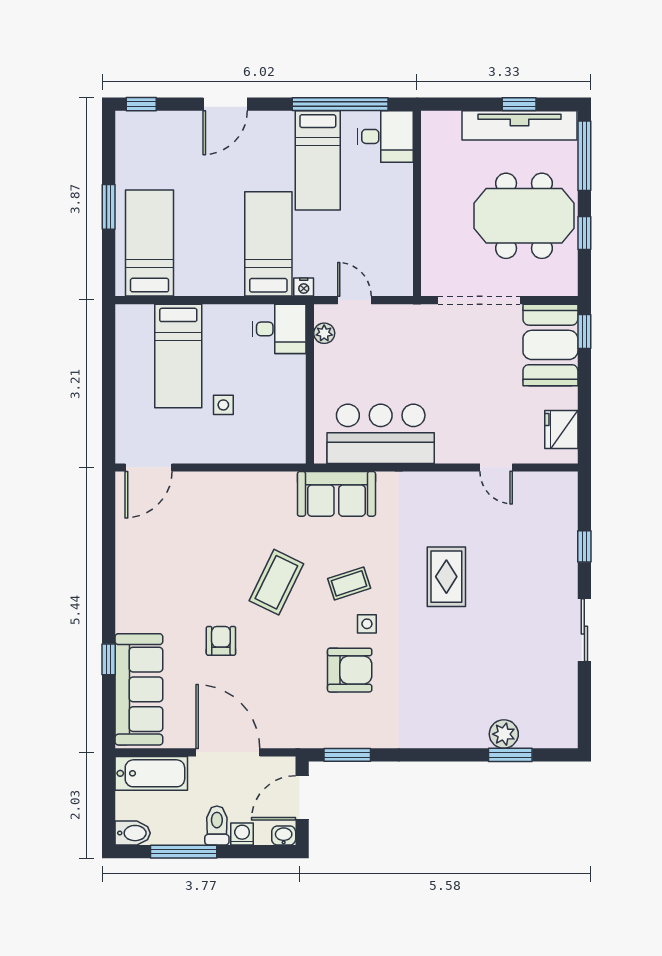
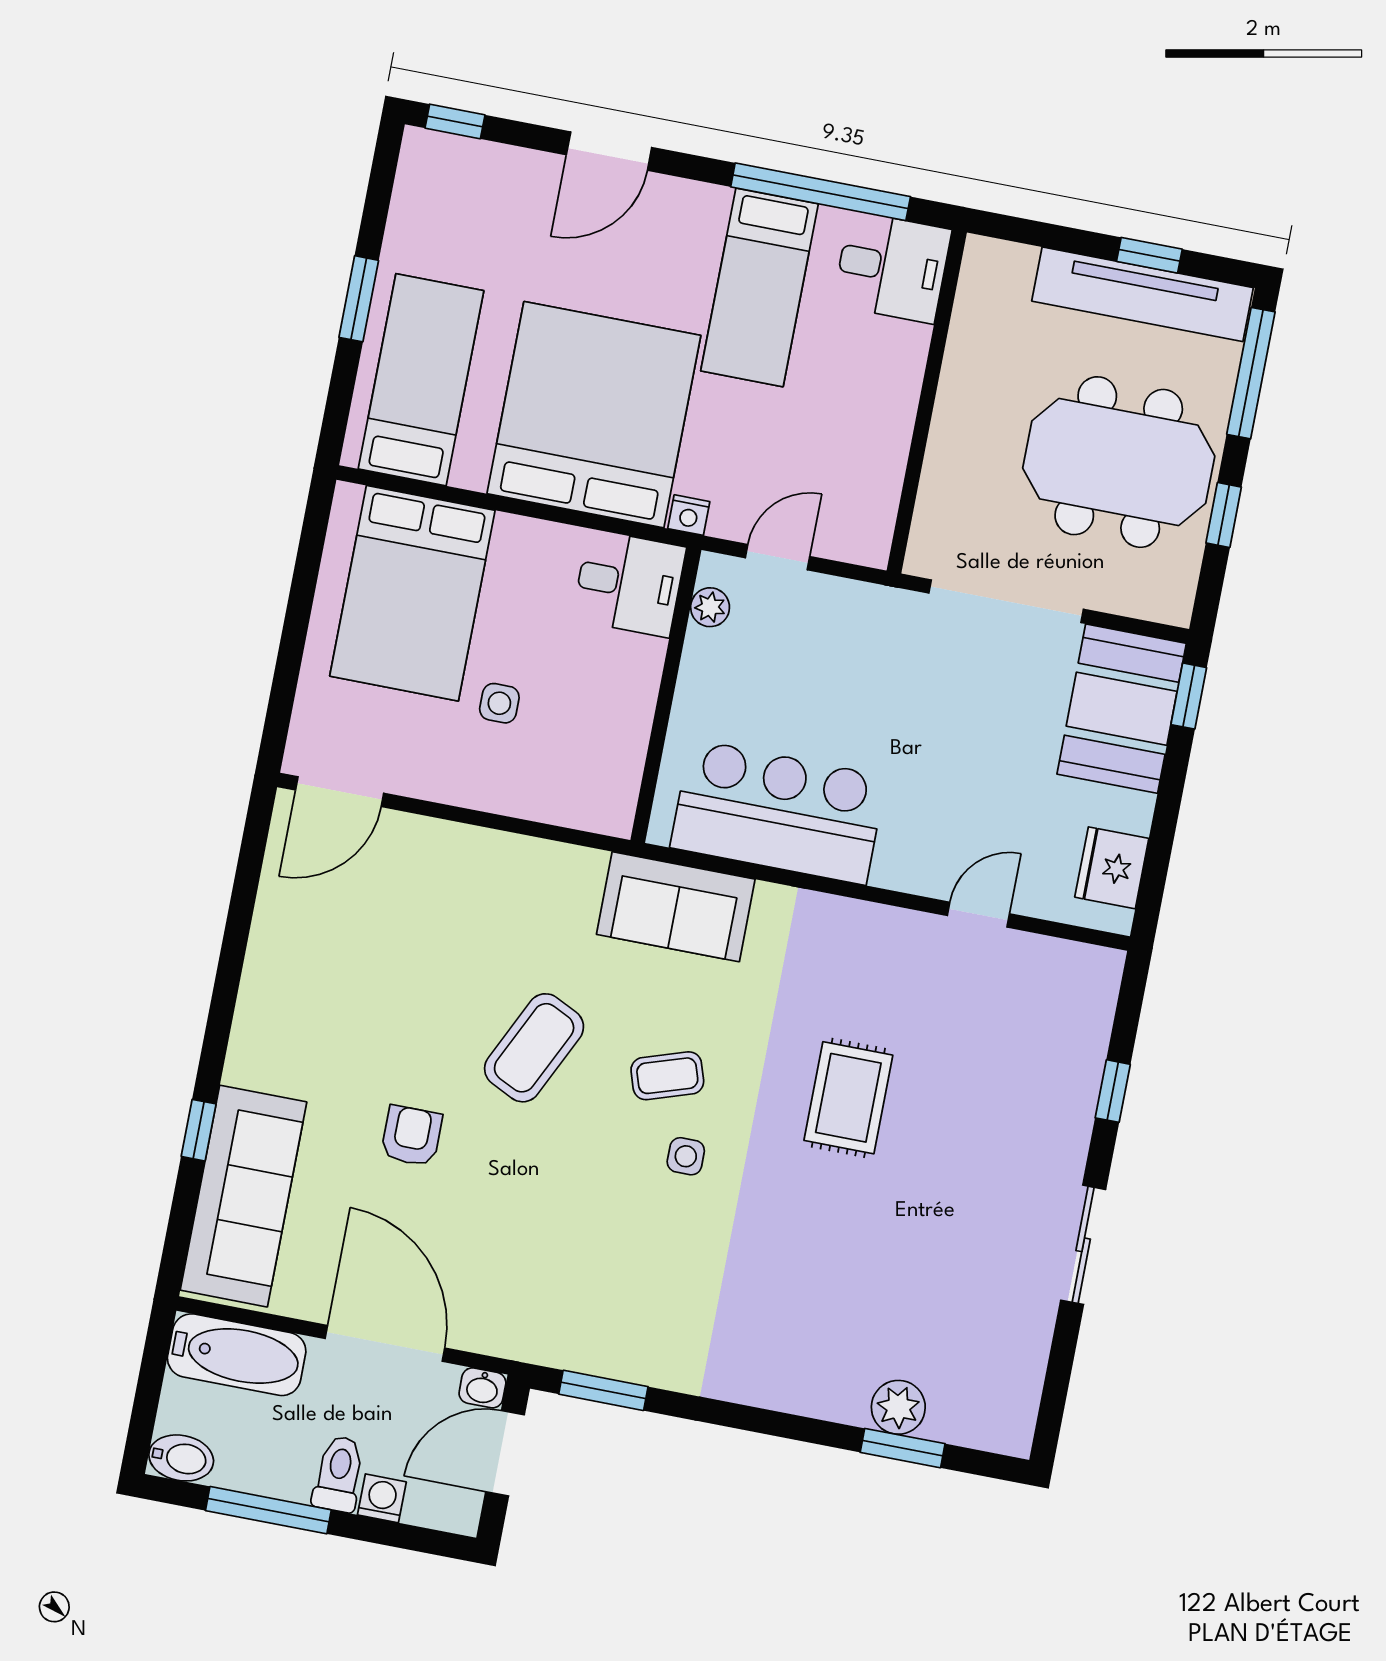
bed: (268, 244) -> (594, 415), width x2.04
door: (355, 300) -> (777, 557), hinge flipped
bed: (178, 356) -> (412, 593), width x1.50
door: (496, 467) -> (978, 915), swing flipped
armchair: (350, 670) -> (638, 1235), removed
washbasin: (284, 836) -> (482, 1388), moved, turned 180

